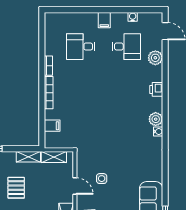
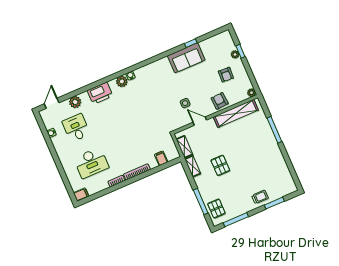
filing cabinet: (104, 20) -> (81, 195), moved
desk: (81, 47) -> (91, 163), width x1.37
printer: (156, 89) -> (100, 93), width x1.87, depth x1.48
door: (75, 186) -> (200, 121), hinge flipped
pallet: (16, 188) -> (220, 165), turned 90

